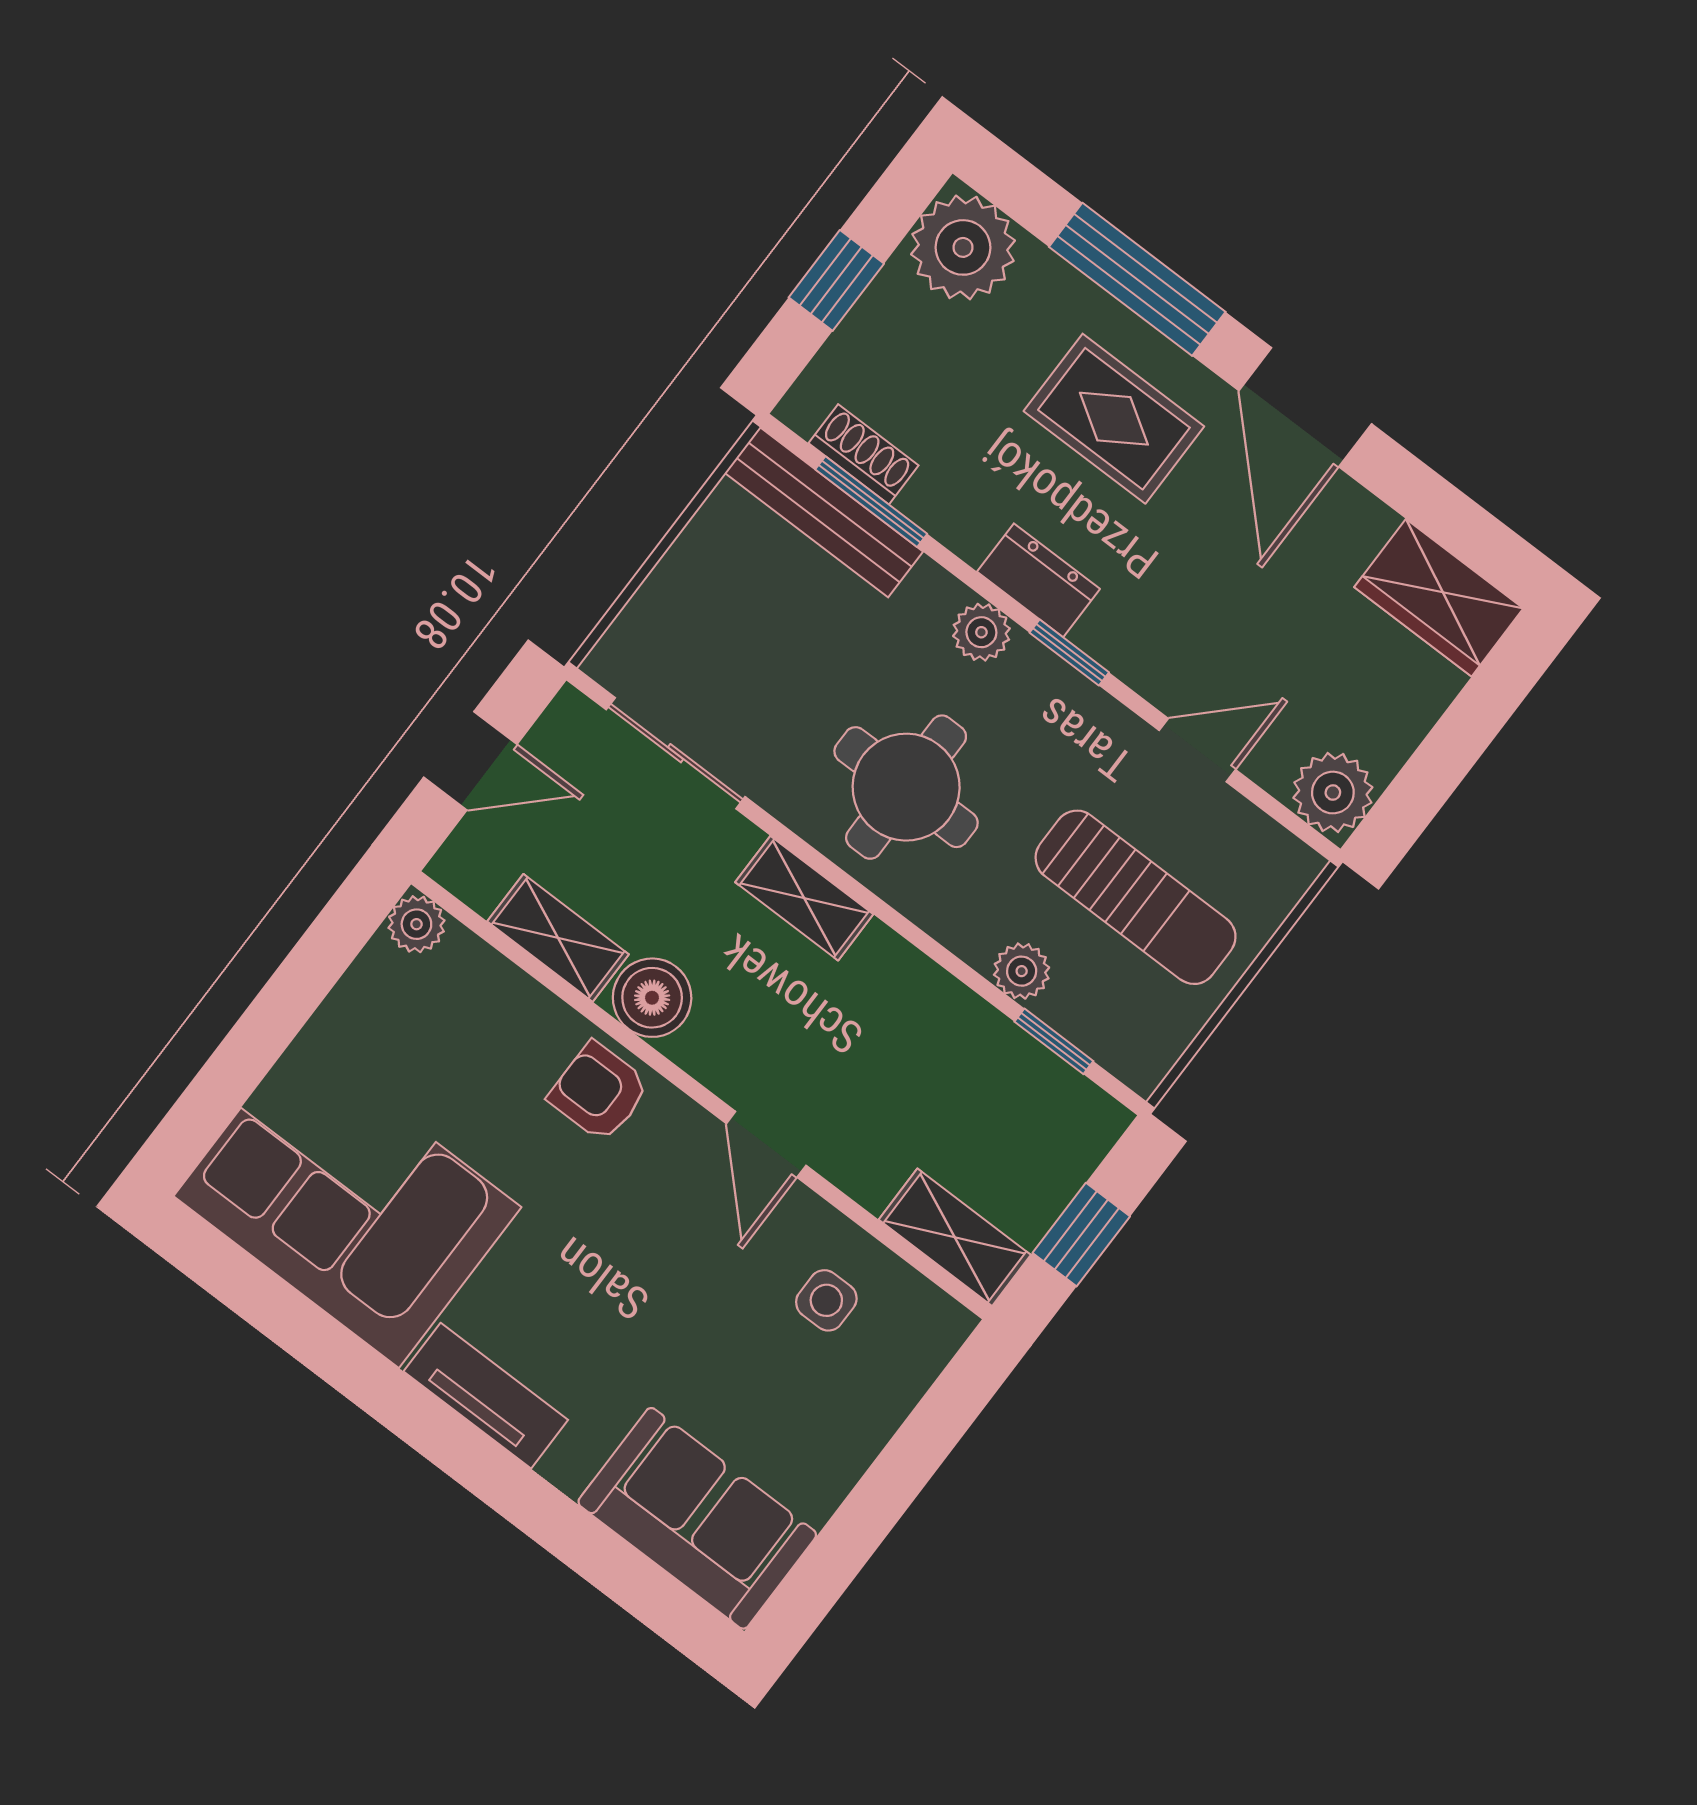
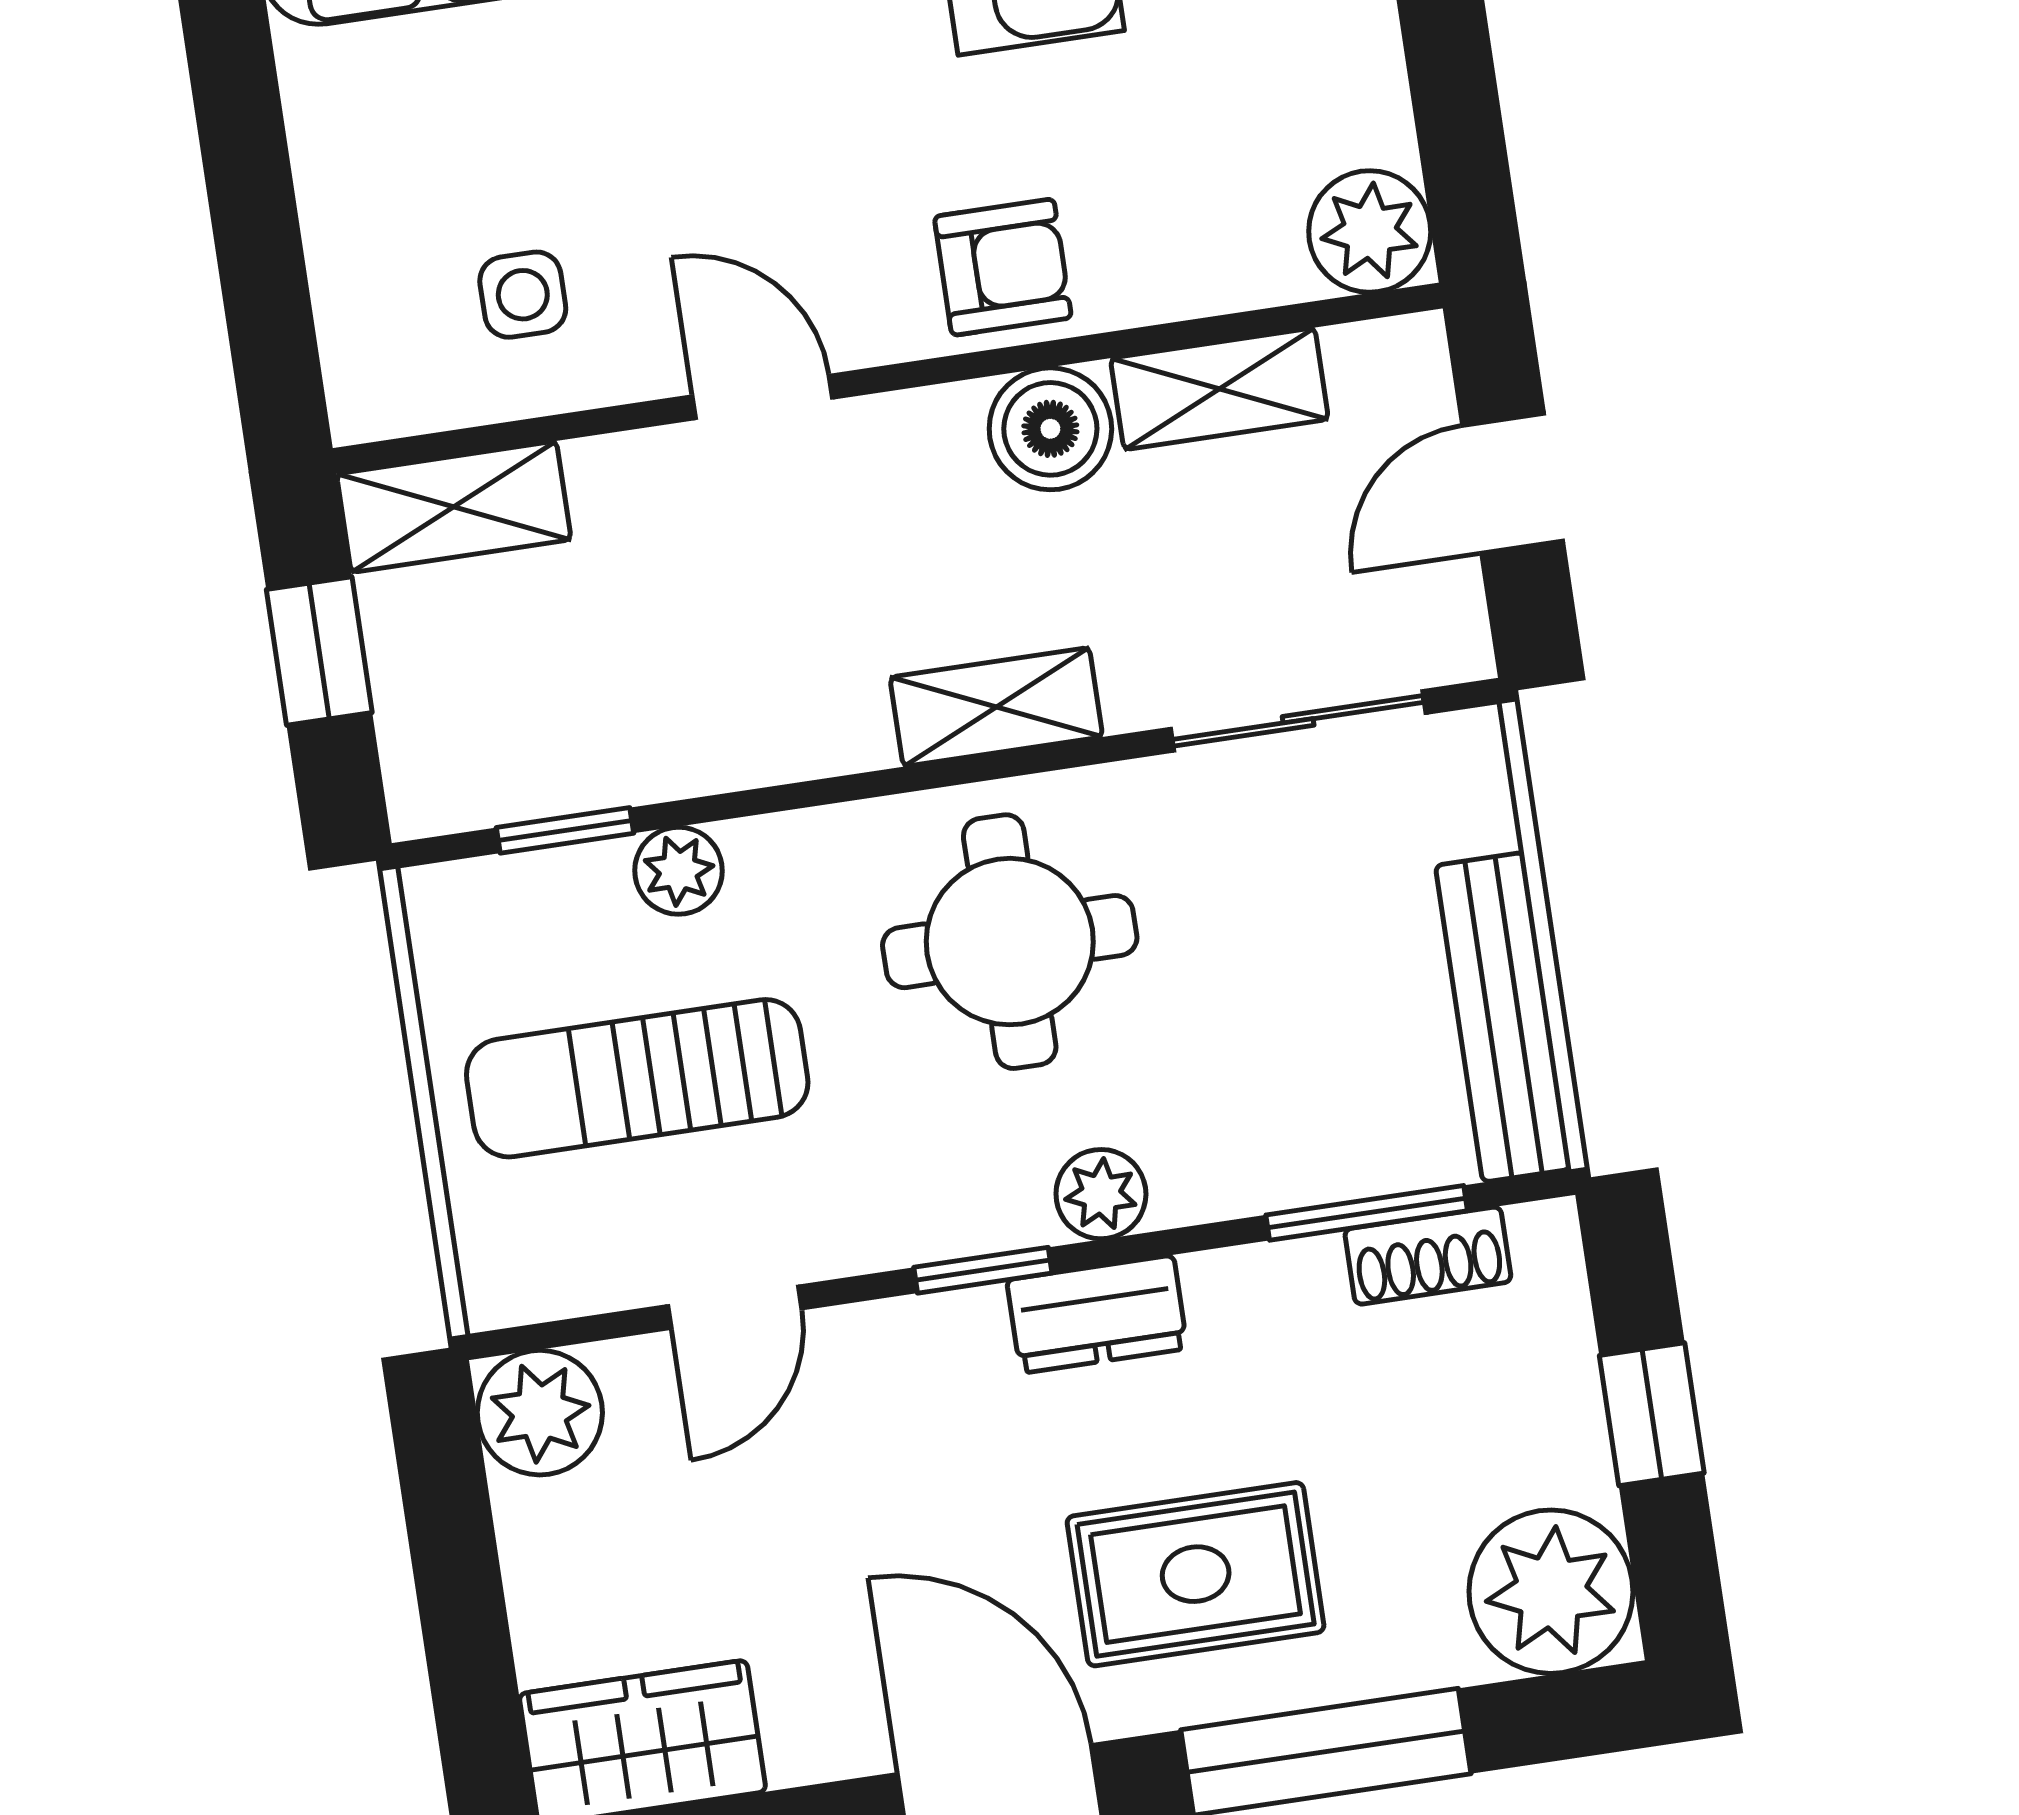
bench: (824, 512) -> (1503, 1017), moved, turned 90
plant: (416, 924) -> (1370, 231), width x1.38, depth x1.38

